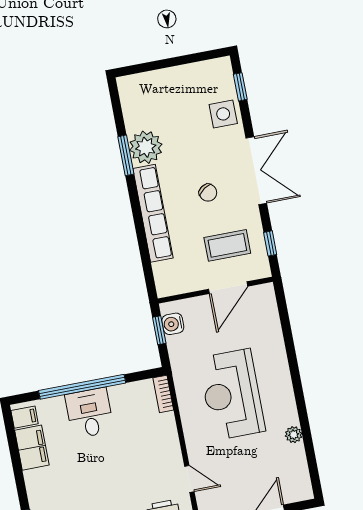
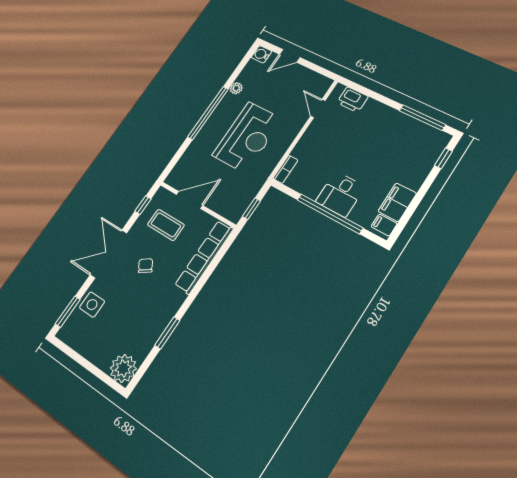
window: (240, 87) -> (68, 312), width x1.50
plant: (146, 147) -> (123, 368), moved
row of seats: (153, 213) -> (204, 257), moved
water cooler: (173, 324) -> (261, 54), moved, turned 180
window: (297, 386) -> (208, 113), added

